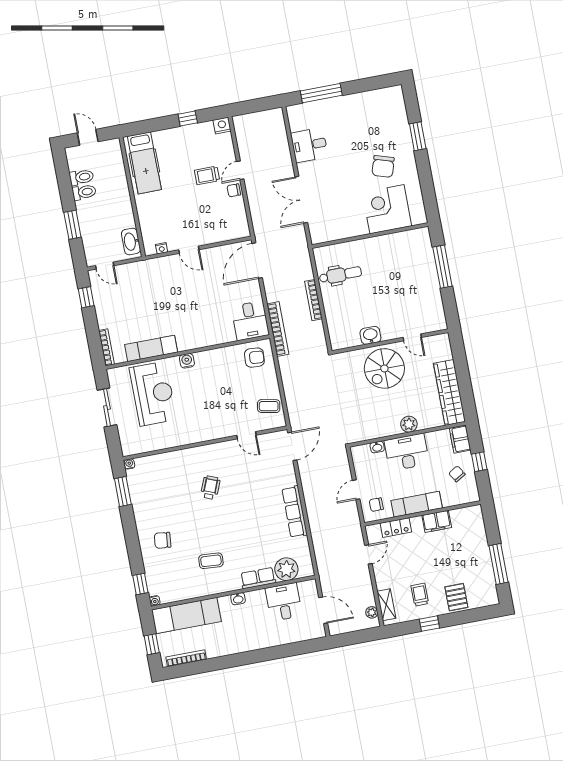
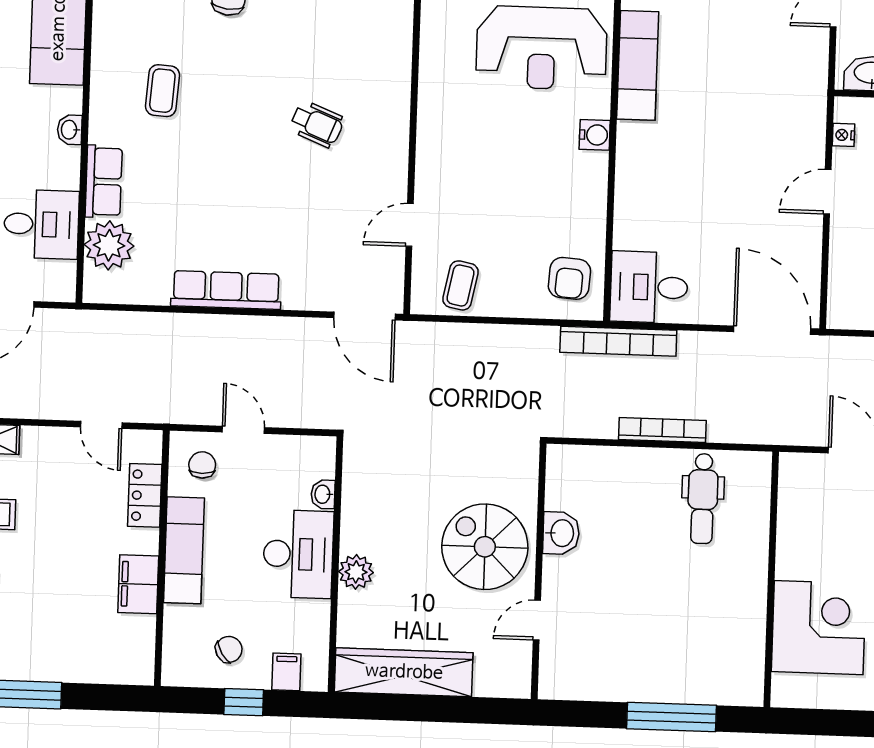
filing cabinet: (460, 439) -> (286, 672), width x0.50

